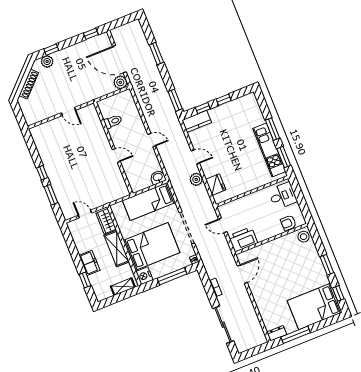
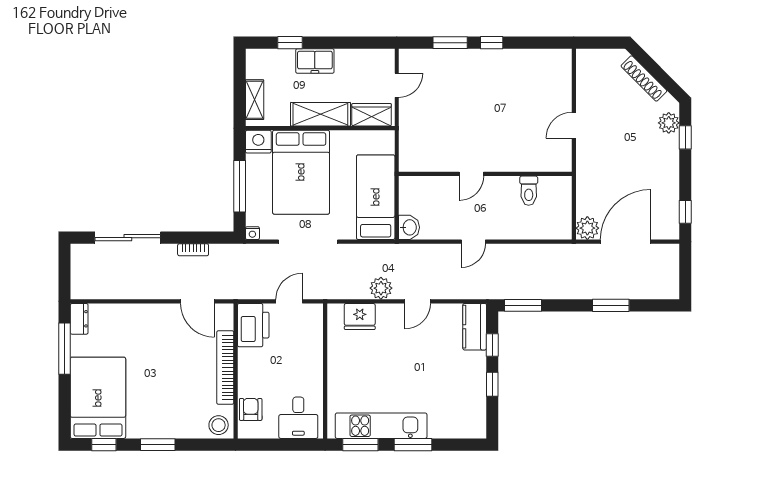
bookcase: (272, 245) -> (225, 368), added

